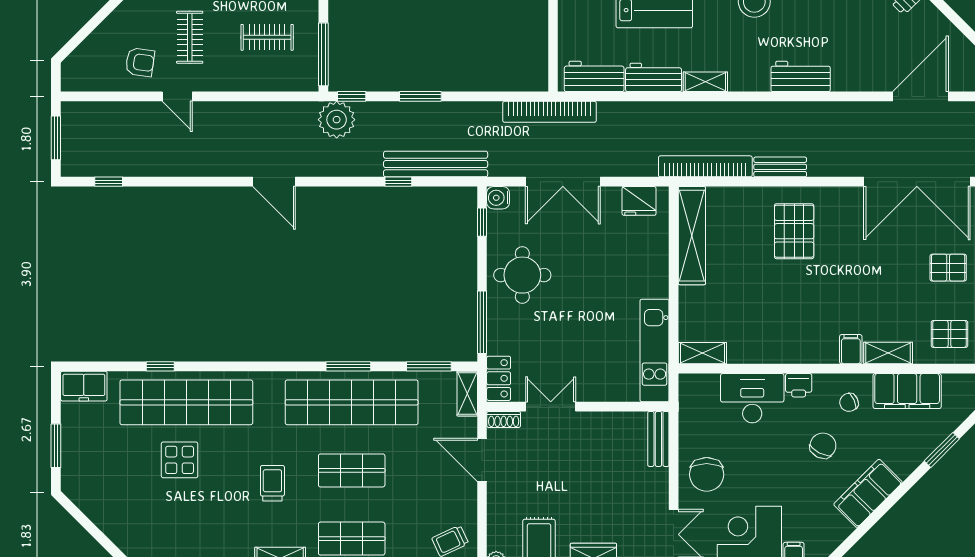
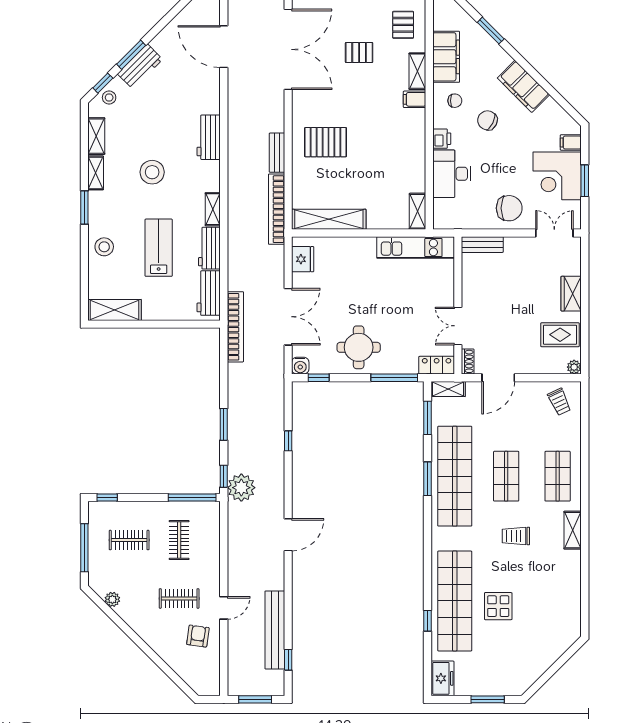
bench: (436, 164) -> (275, 630), moved
pallet: (948, 268) -> (359, 53), moved, turned 90
chair: (849, 402) -> (455, 101), turned -65

